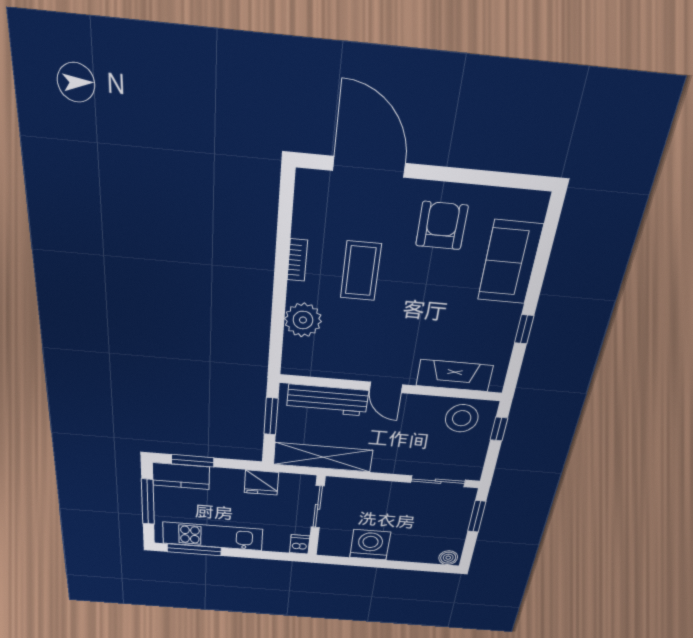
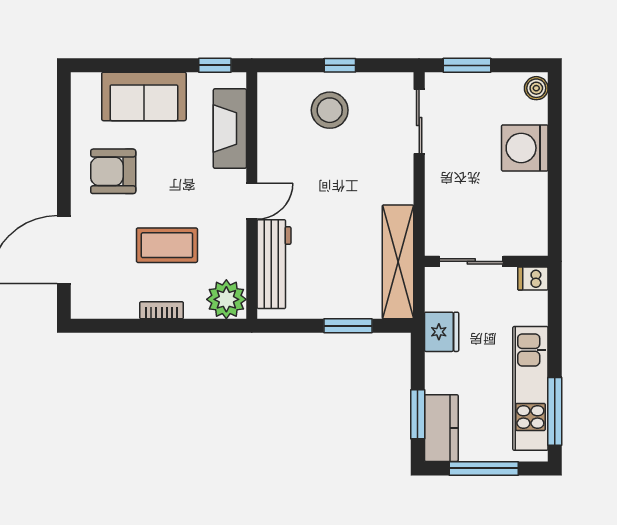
fireplace: (454, 376) -> (230, 129), moved
door: (386, 387) -> (252, 201), moved
wall: (391, 388) -> (252, 196), moved
workbench: (327, 400) -> (274, 264), moved
washing machine: (370, 545) -> (525, 148), moved

